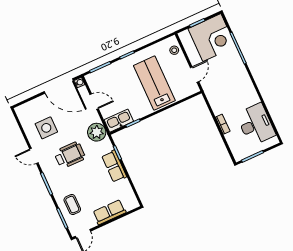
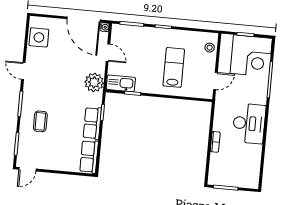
lab bench: (154, 83) -> (174, 67), width x0.73, depth x0.72
desk: (256, 124) -> (249, 123), moved
side table: (46, 128) -> (39, 37), moved
wheelchair: (70, 155) -> (57, 89), removed
coffee table: (72, 205) -> (40, 121), moved
row of seats: (109, 212) -> (89, 157), moved, turned -90

